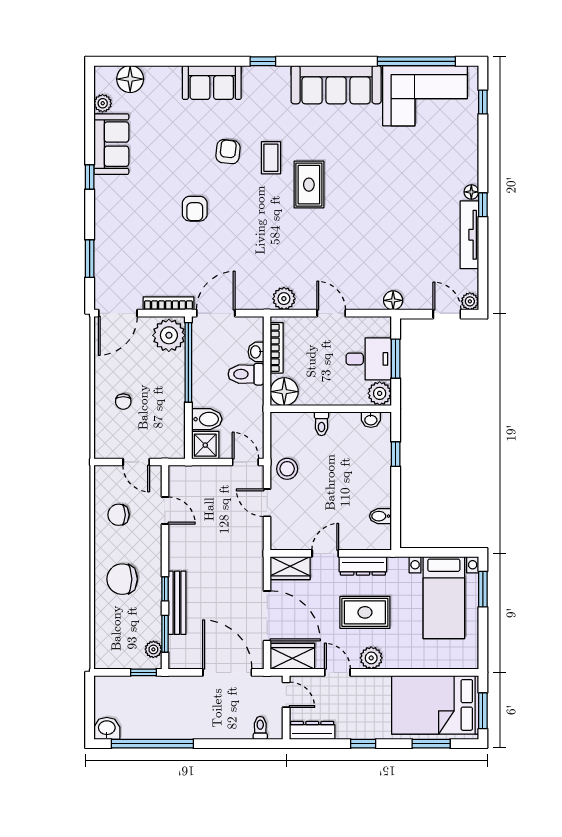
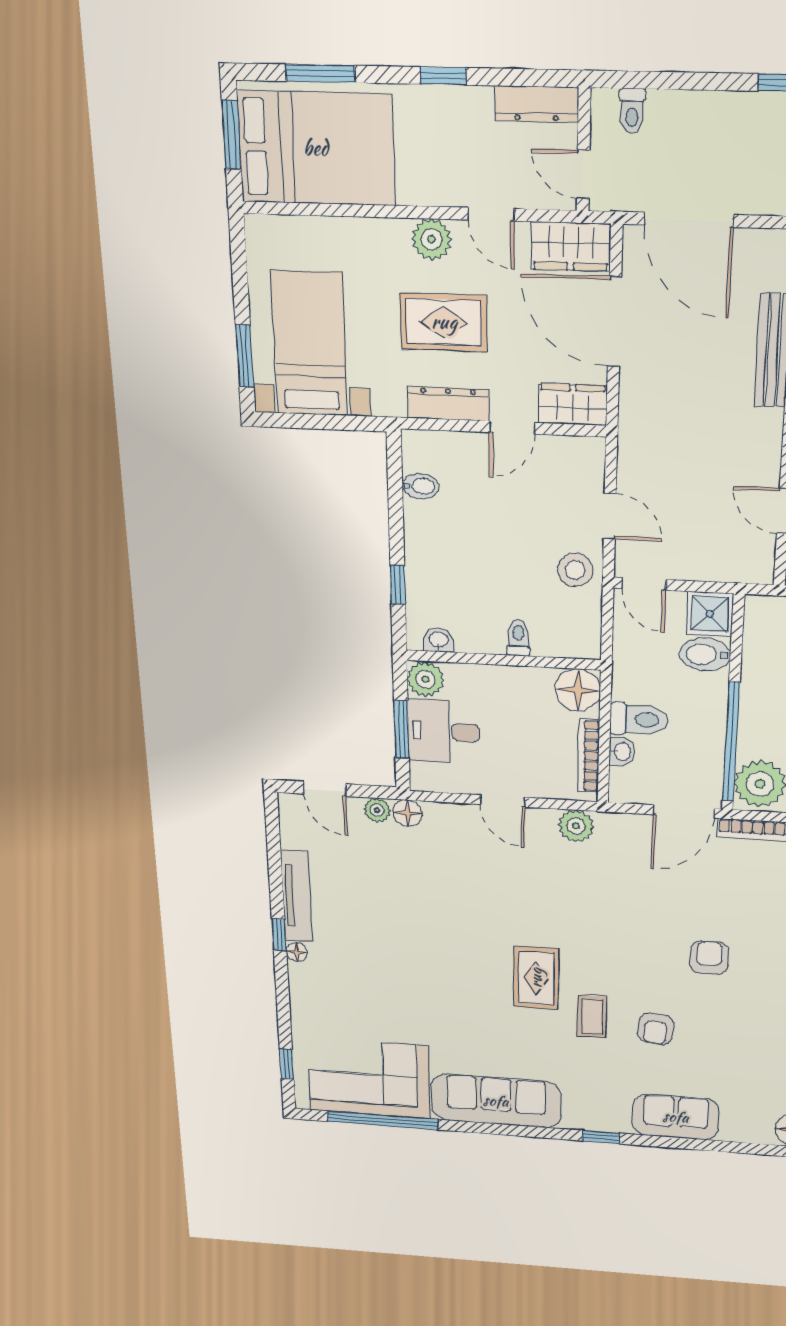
plant: (470, 301) -> (377, 810), moved

